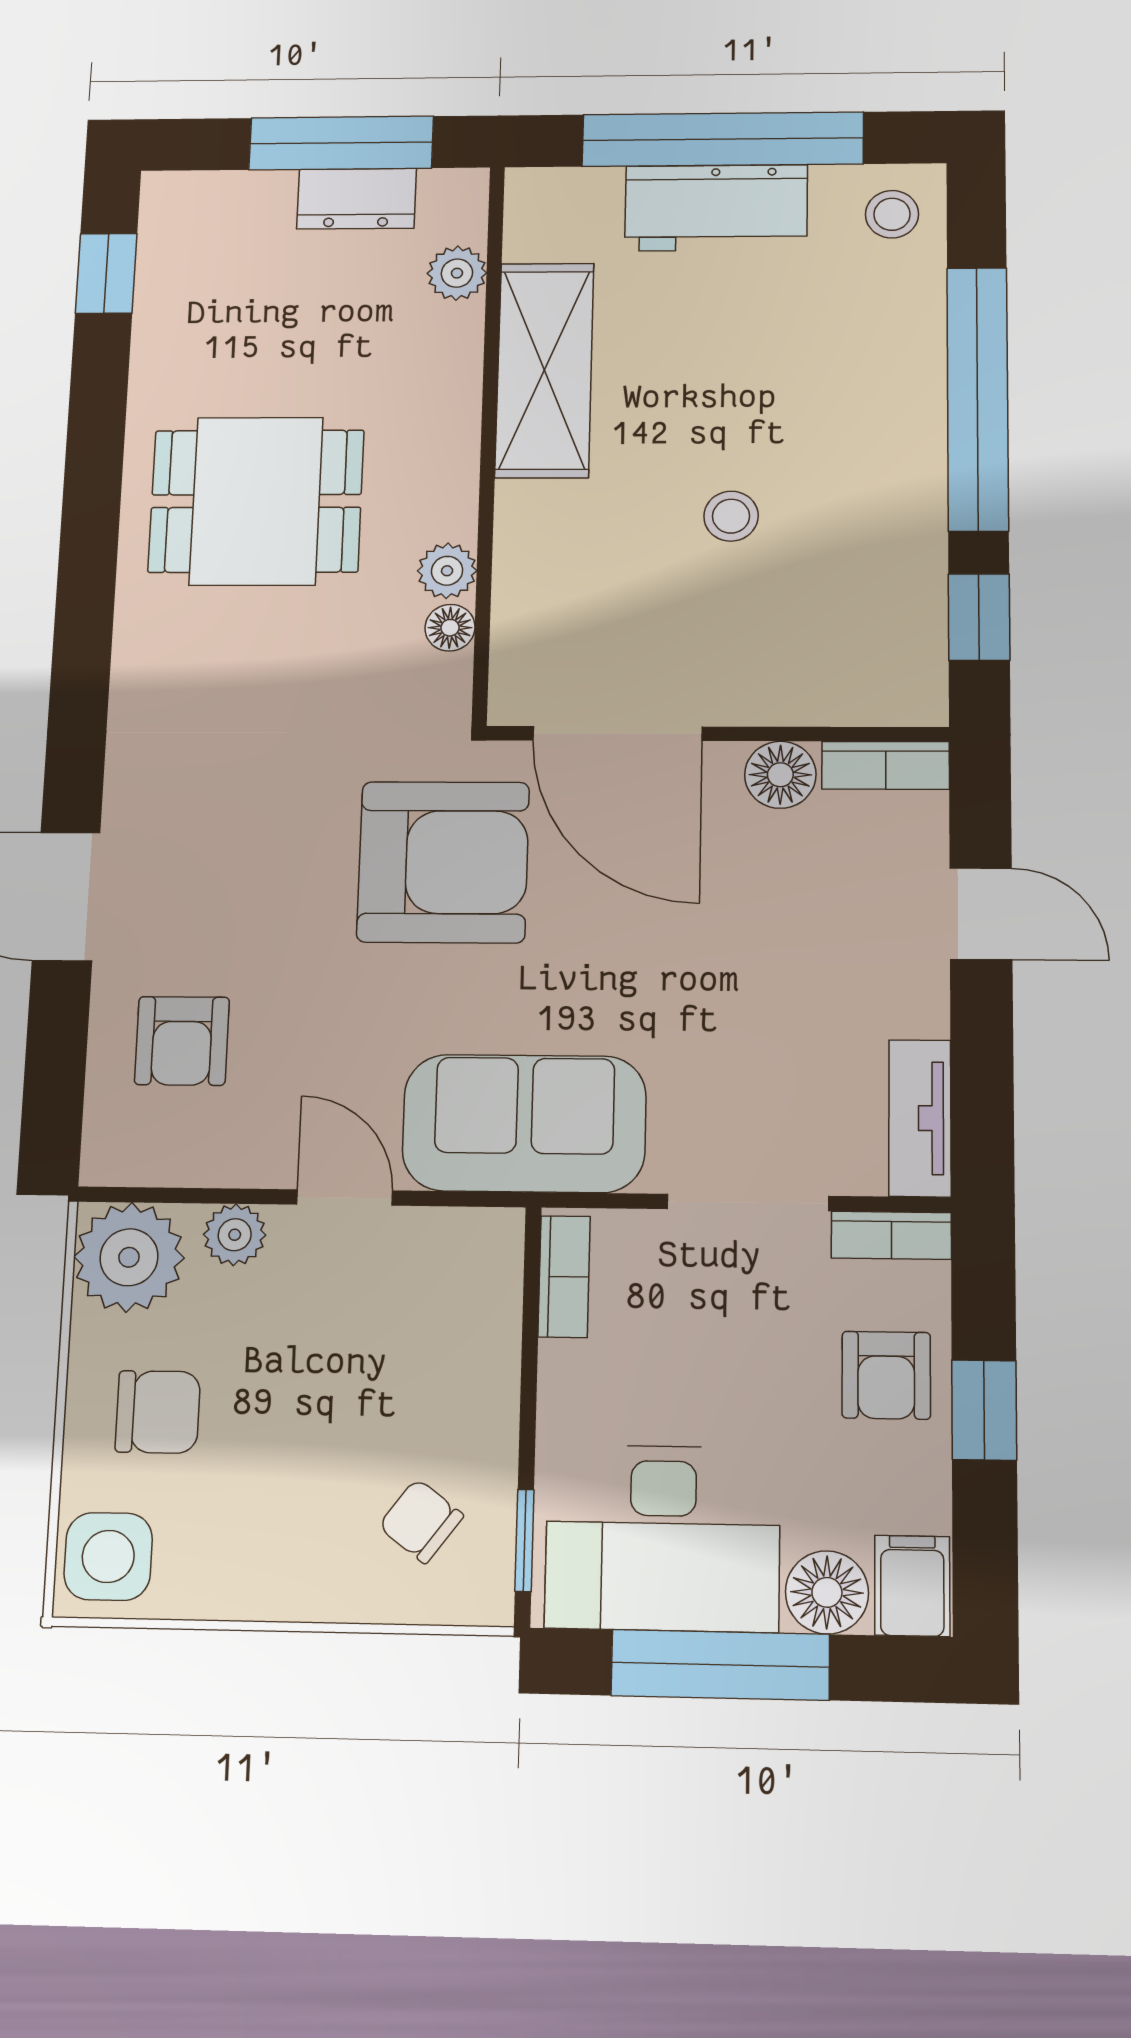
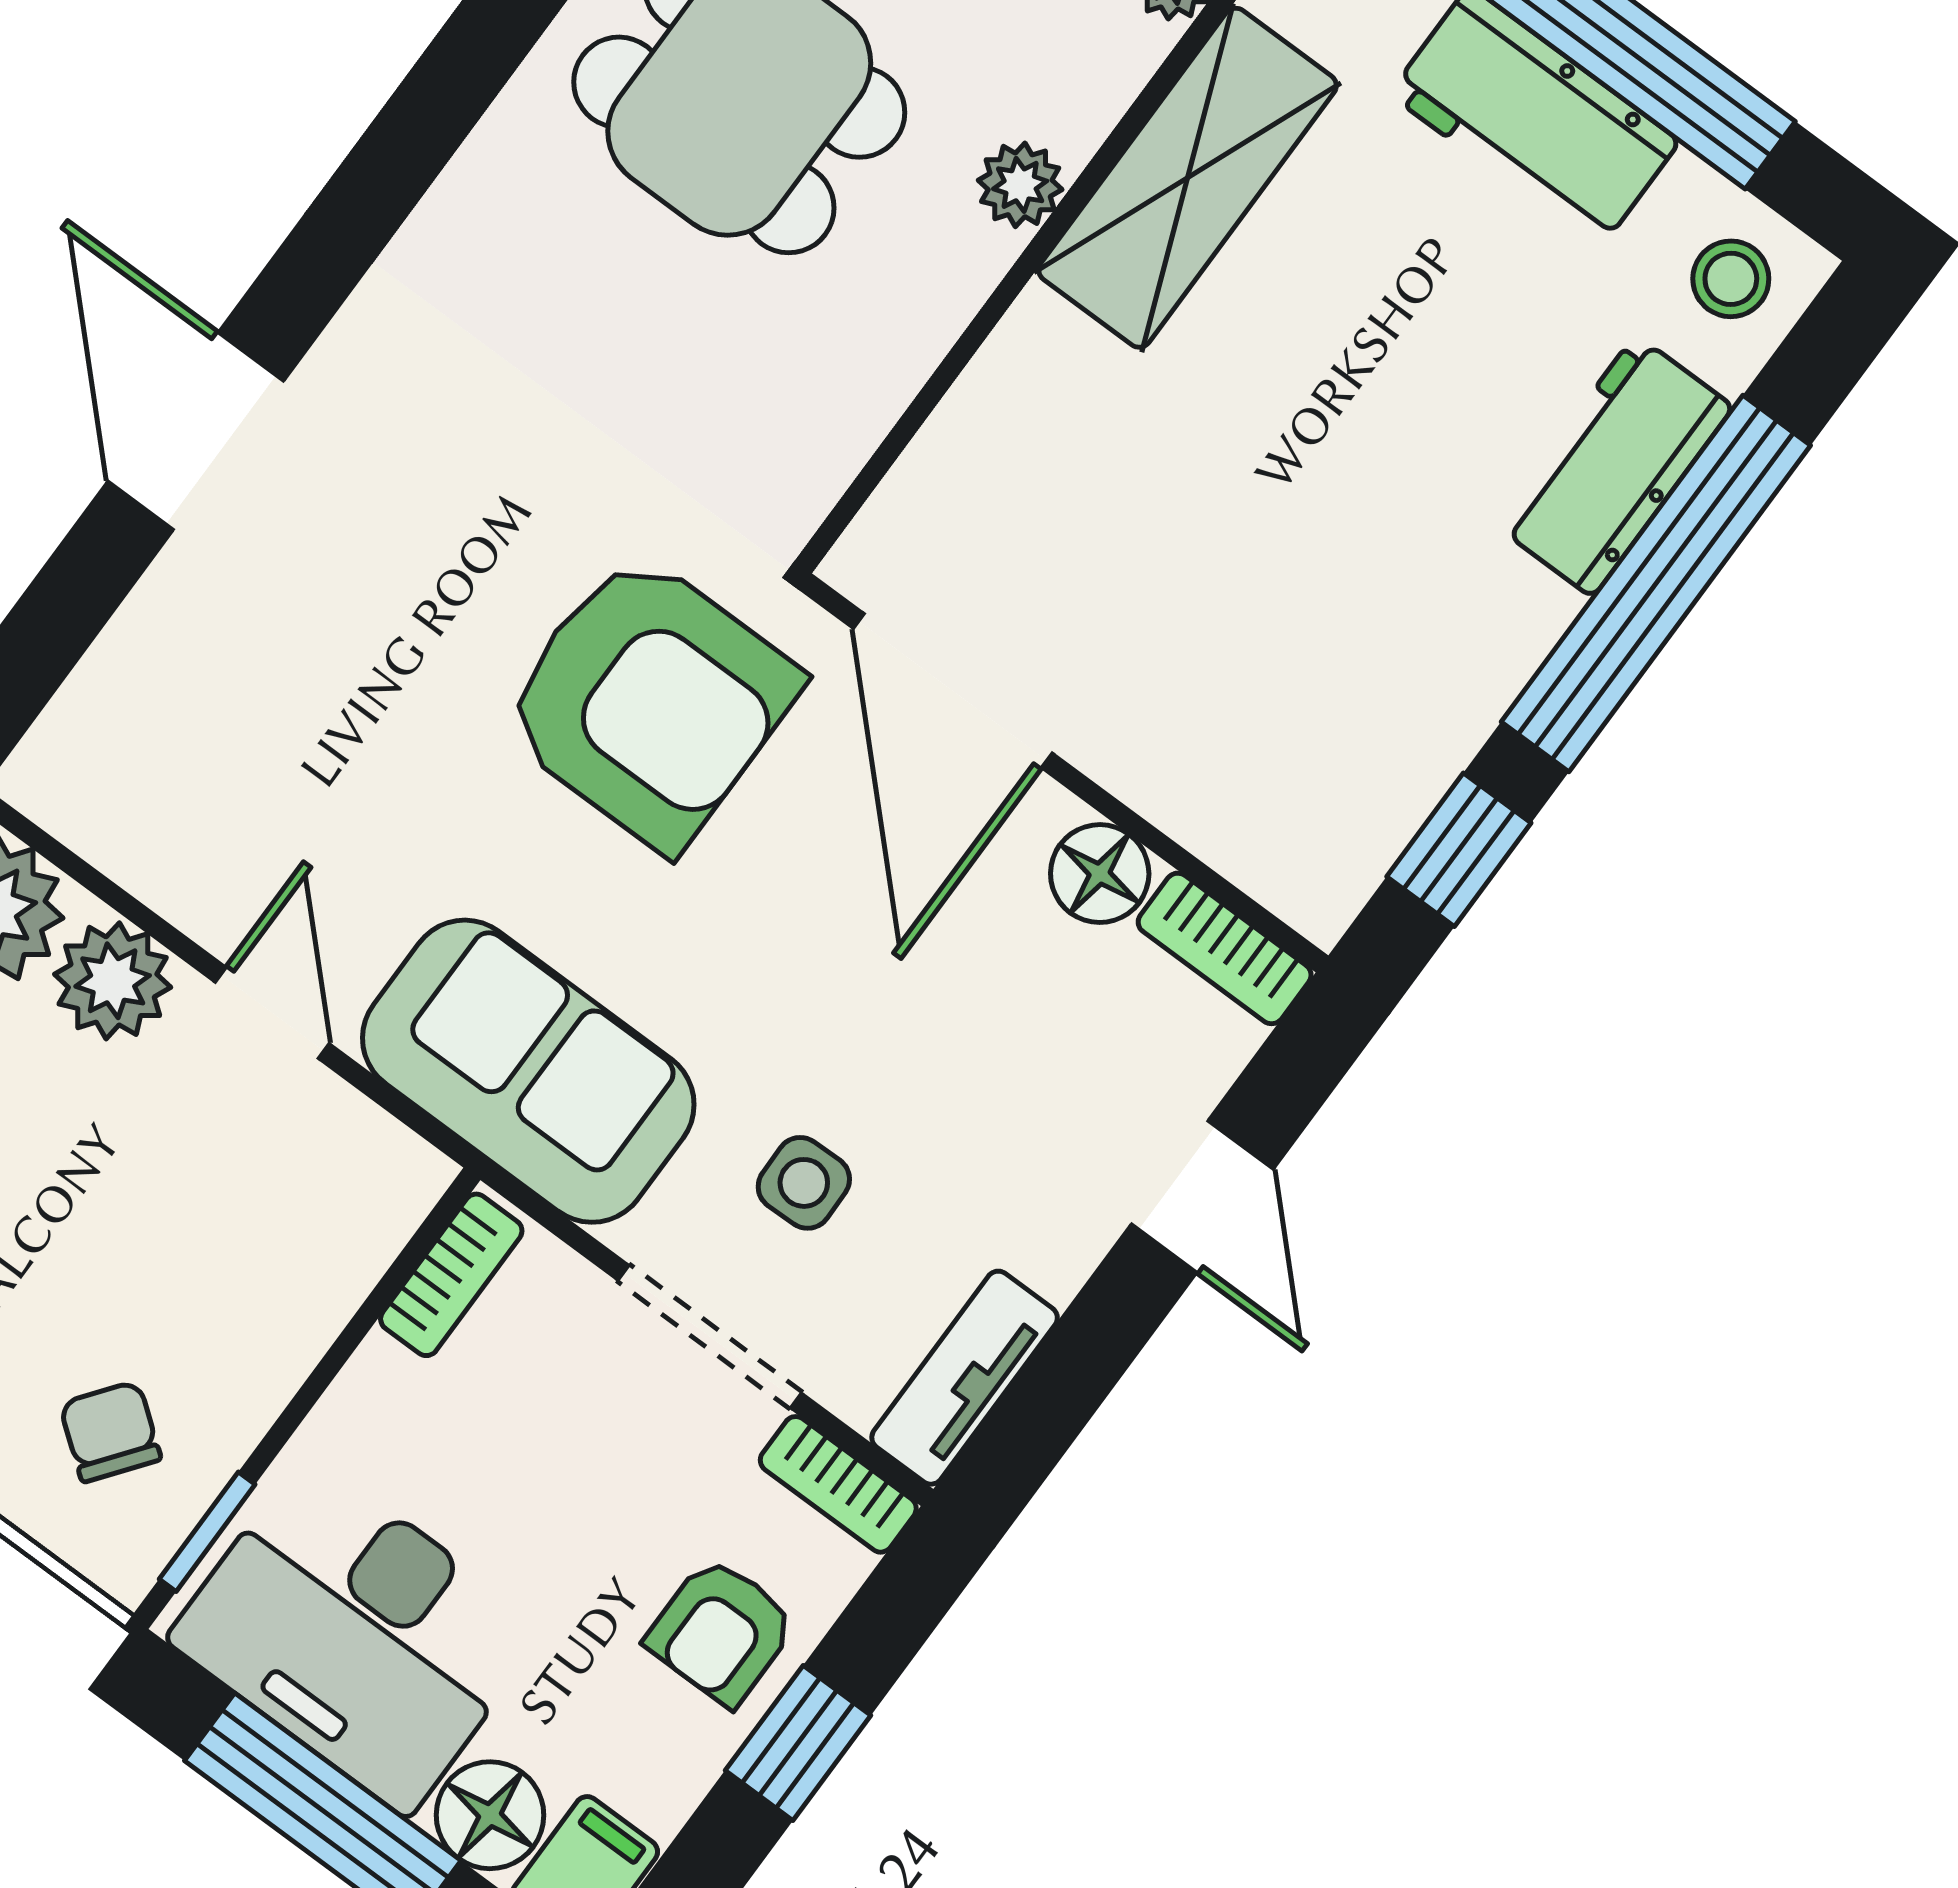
workbench: (904, 354) -> (1614, 466), added
stool: (731, 516) -> (1270, 521), removed
plant: (447, 571) -> (1020, 185), moved
floor lamp: (450, 628) -> (854, 422), removed
armchair: (182, 1041) -> (213, 700), removed
side table: (738, 1072) -> (804, 1183), added
plant: (235, 1235) -> (113, 981), width x1.38, depth x1.38

